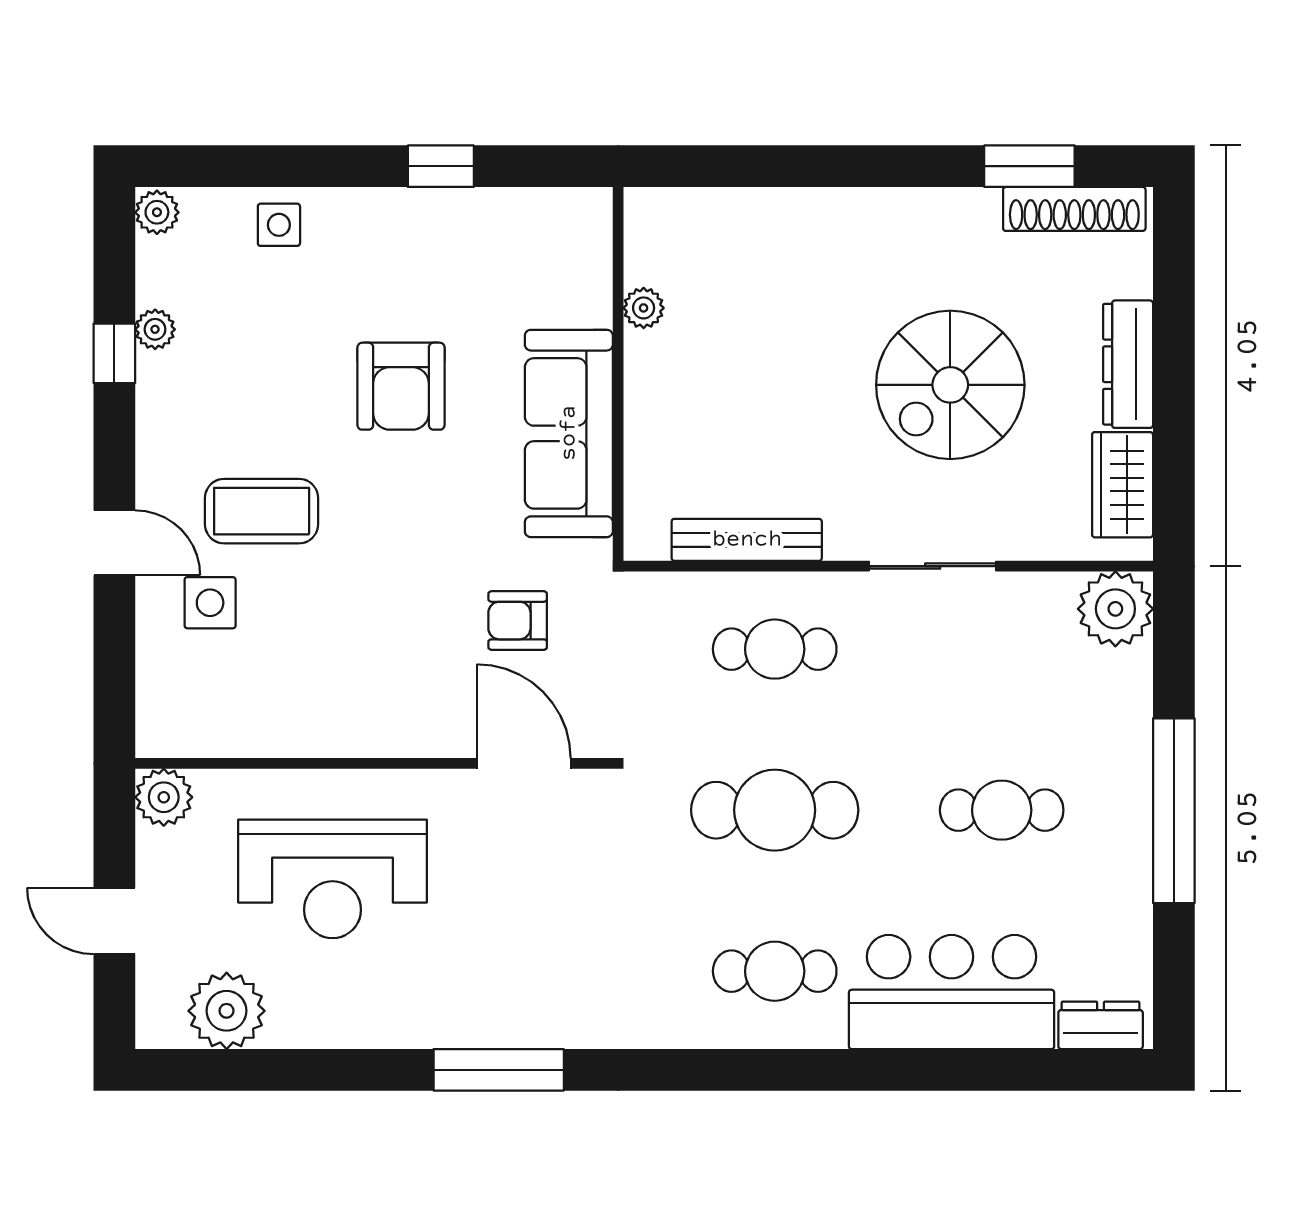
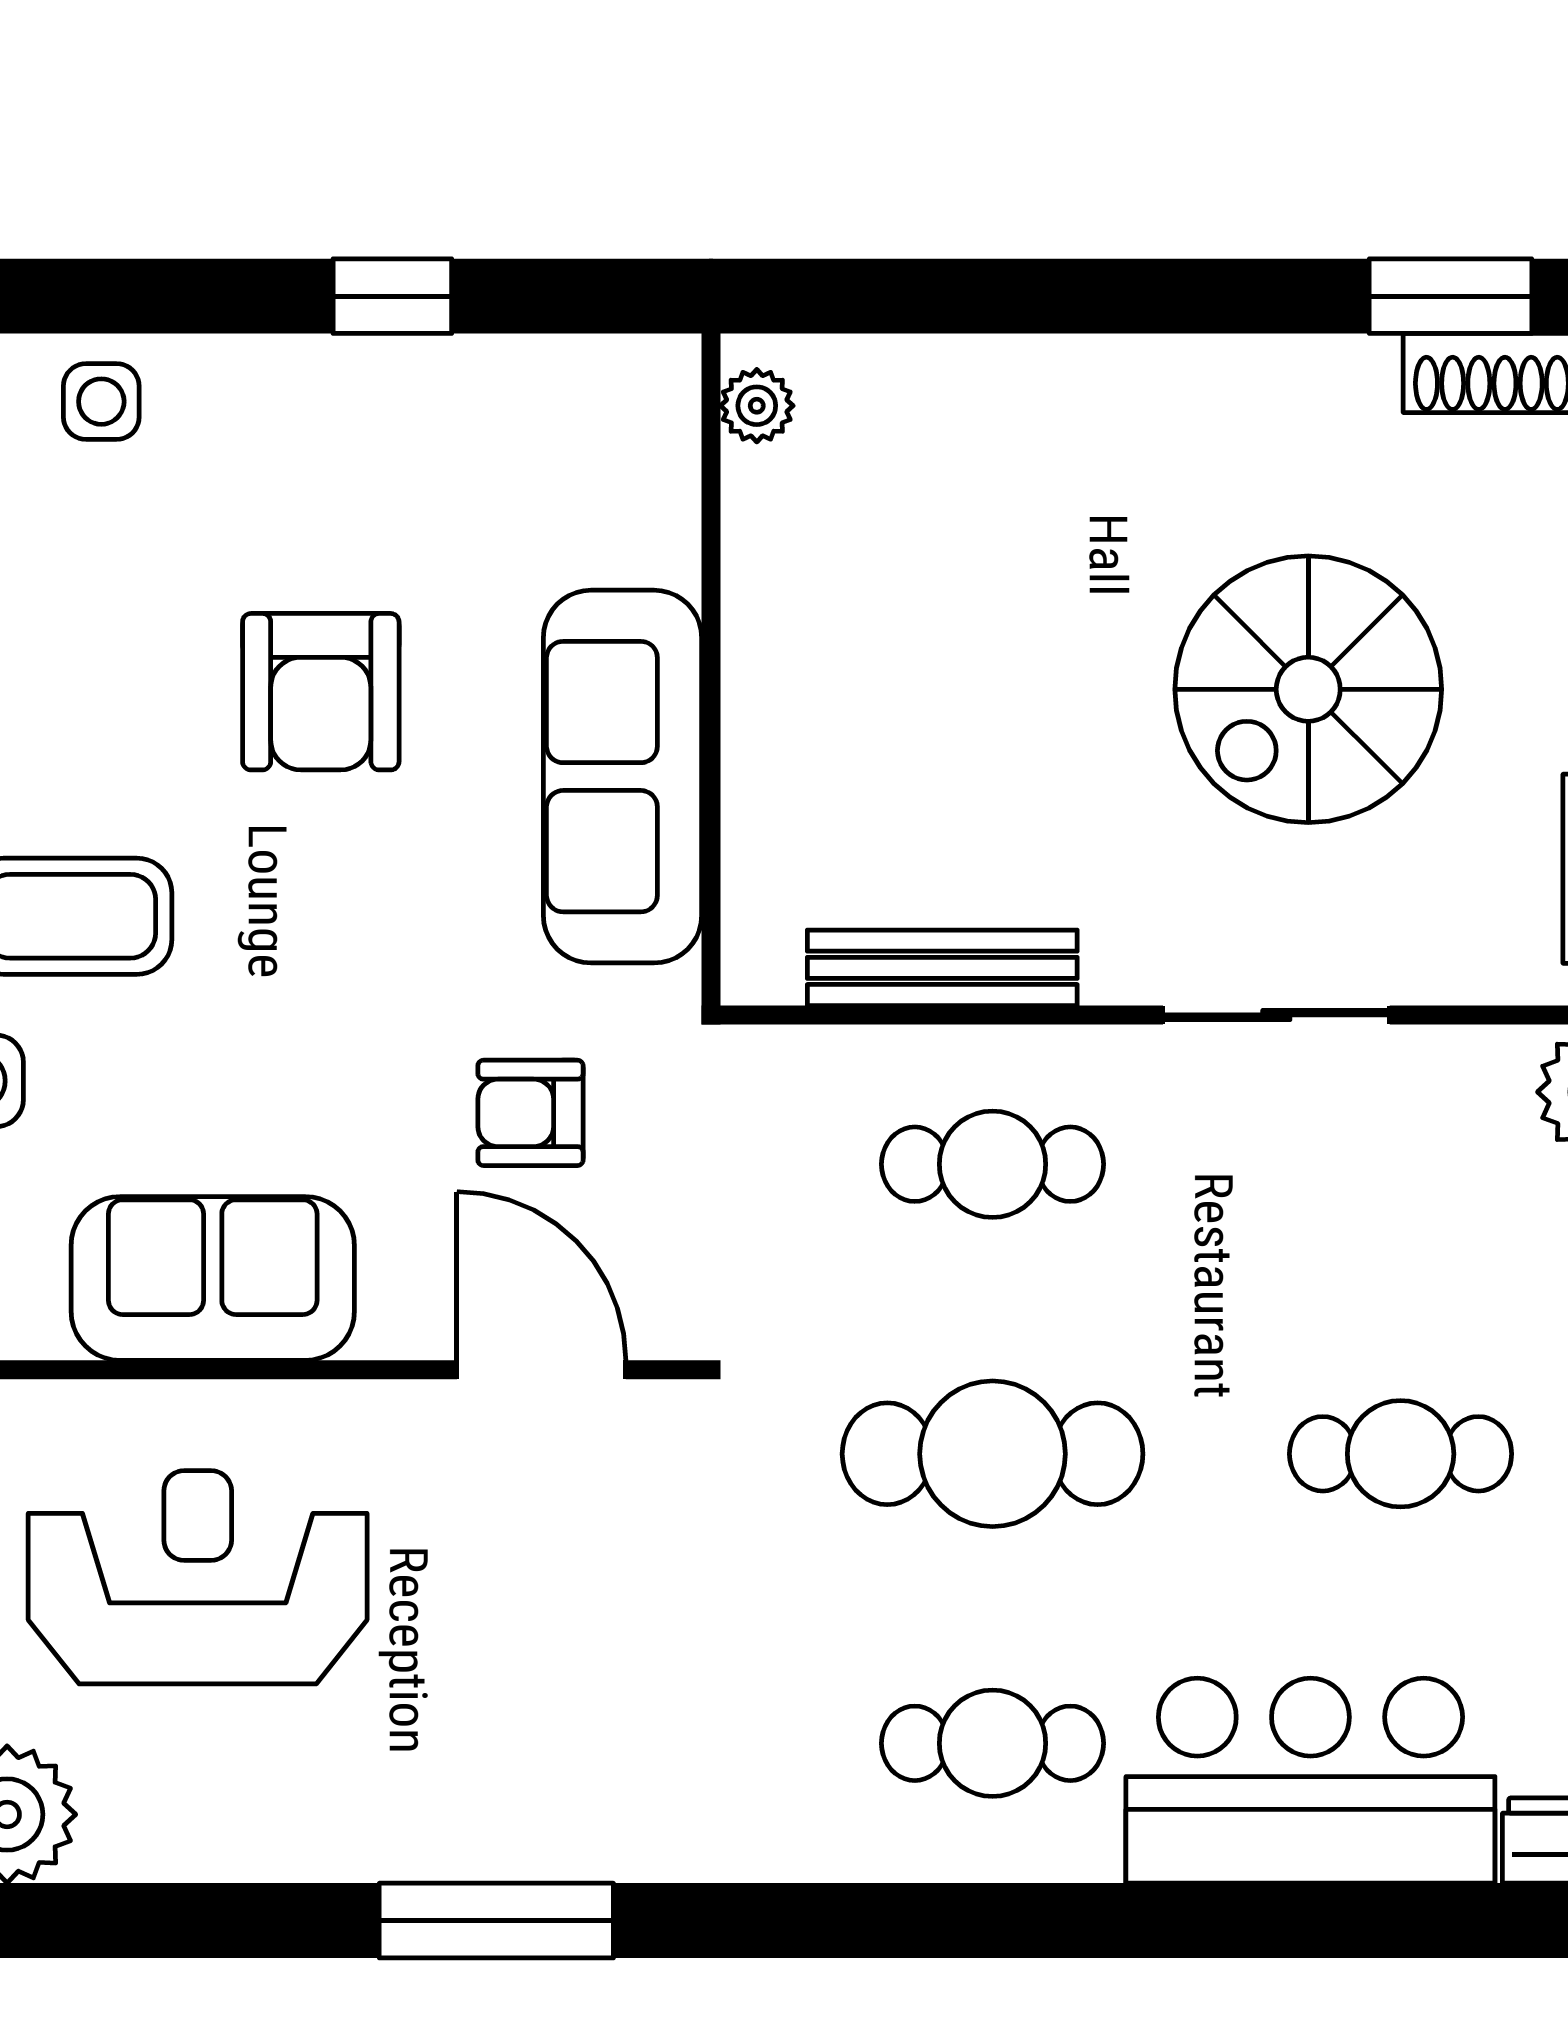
plant: (644, 308) -> (757, 406), moved
sofa: (341, 713) -> (213, 1278), added
reception desk: (333, 879) -> (198, 1577), turned 180

